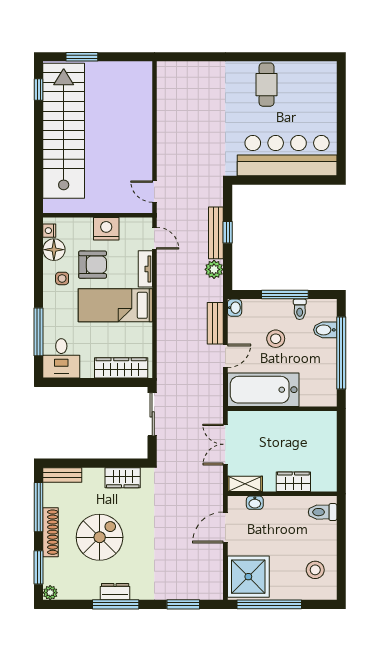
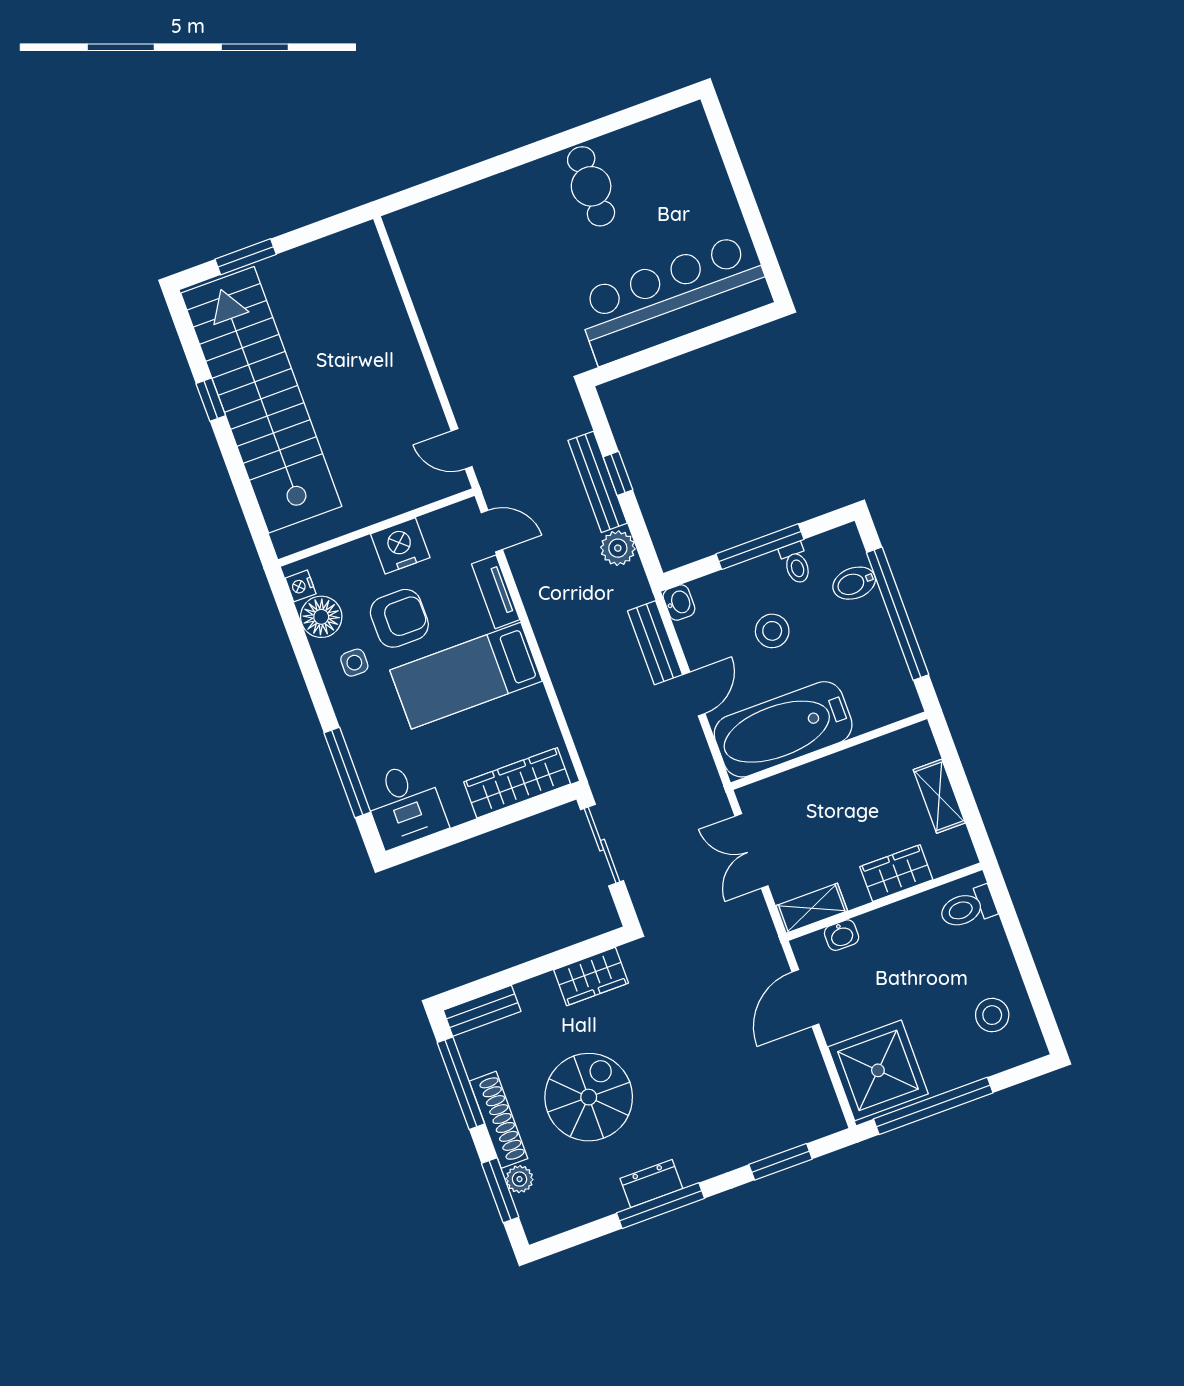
window: (39, 90) -> (211, 400), moved
shelving: (329, 451) -> (939, 796), added
plant: (50, 593) -> (520, 1179), moved

